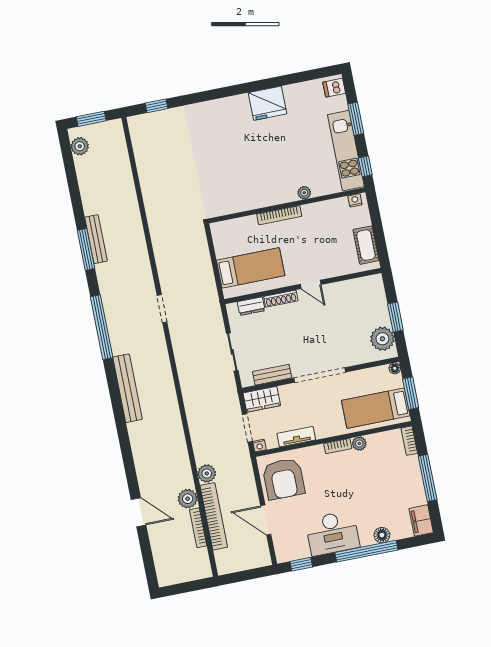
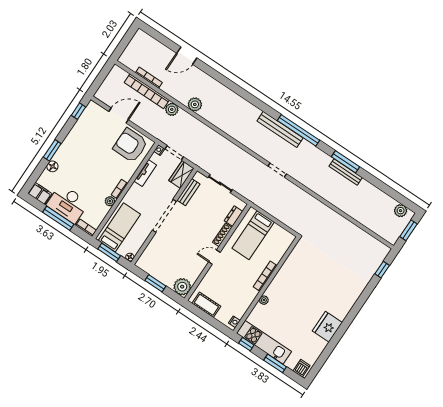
plant: (382, 339) -> (182, 287), moved
bench: (127, 388) -> (280, 129), moved
plant: (188, 499) -> (195, 104), moved
desk: (332, 533) -> (68, 204), moved, turned -90
window: (366, 551) -> (52, 150), width x0.47

